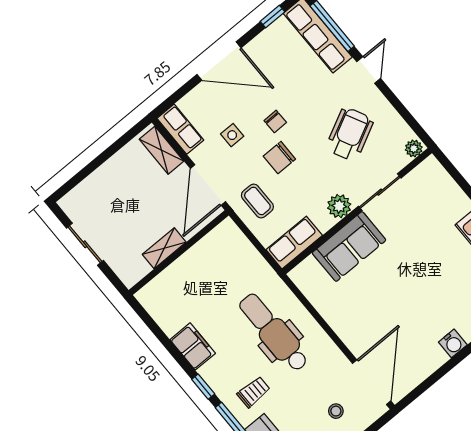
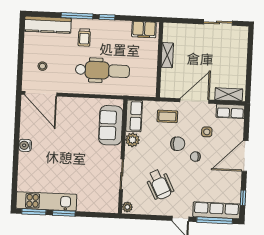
chair: (279, 158) -> (178, 144), turned 91
door: (208, 185) -> (194, 101), hinge flipped
plant: (339, 206) -> (132, 140), moved
sofa: (349, 246) -> (111, 125), moved
shelving: (164, 248) -> (167, 55), moved
wall: (179, 253) -> (160, 60), moved
filing cabinet: (193, 346) -> (144, 30), moved

